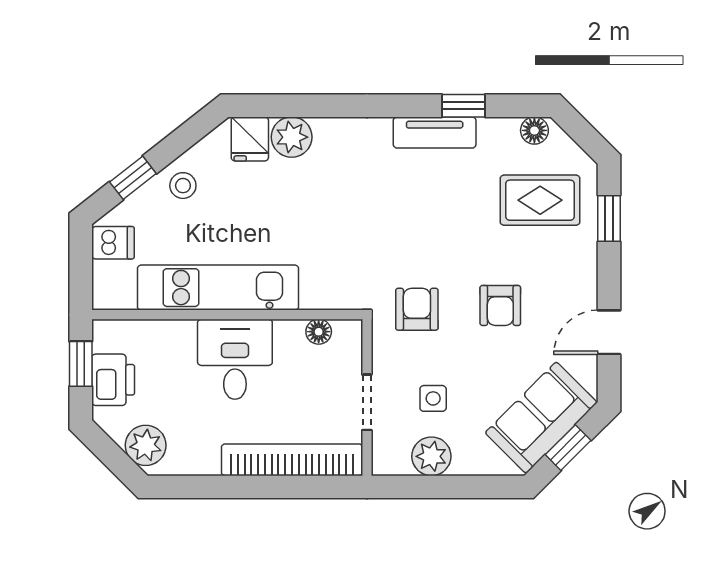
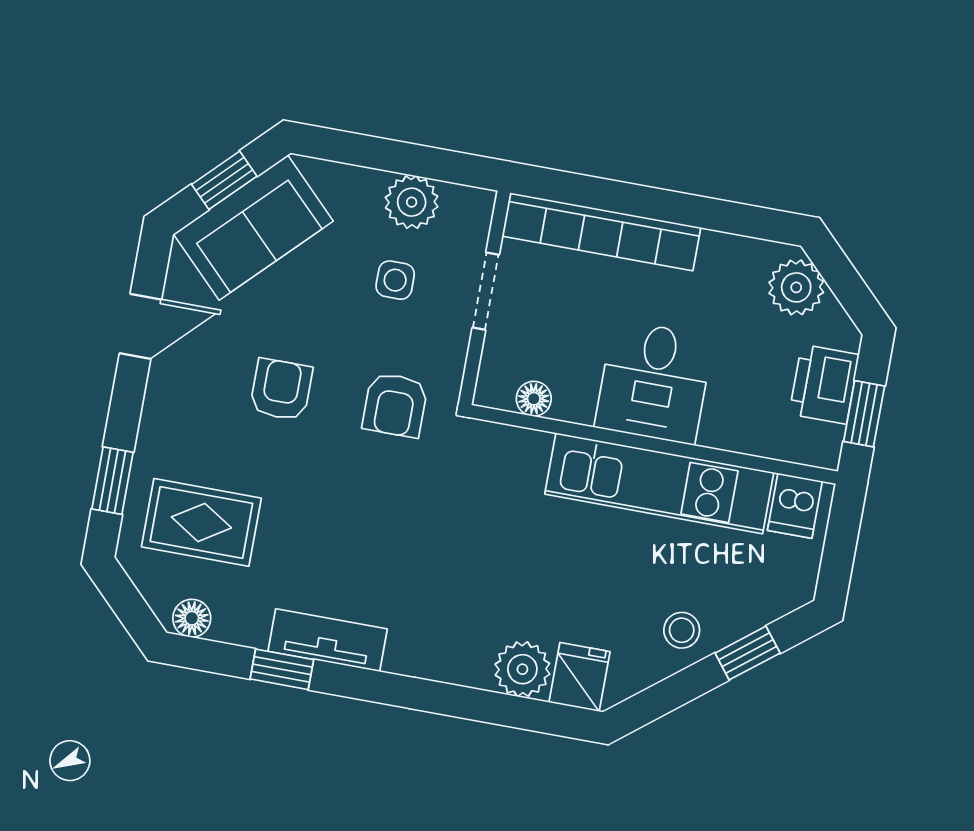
dishwasher: (113, 243) -> (795, 506), moved, turned -90

